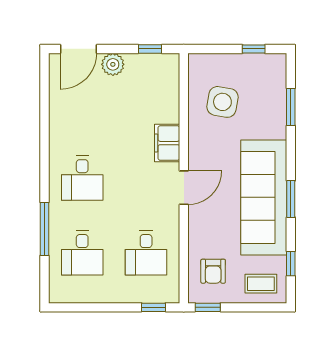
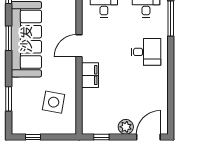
desk: (82, 178) -> (146, 52), turned 90

